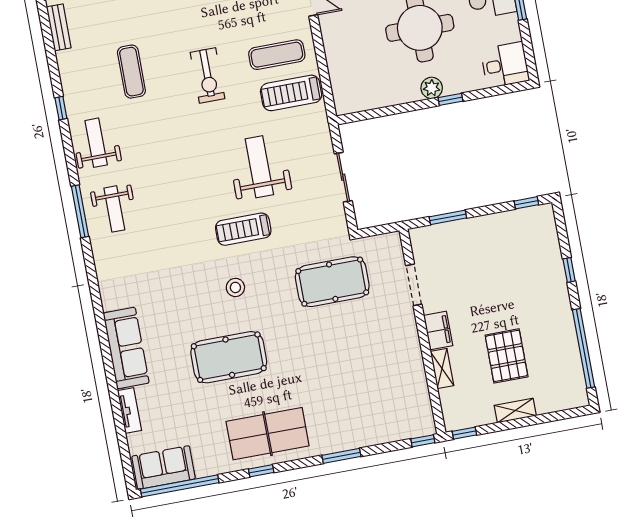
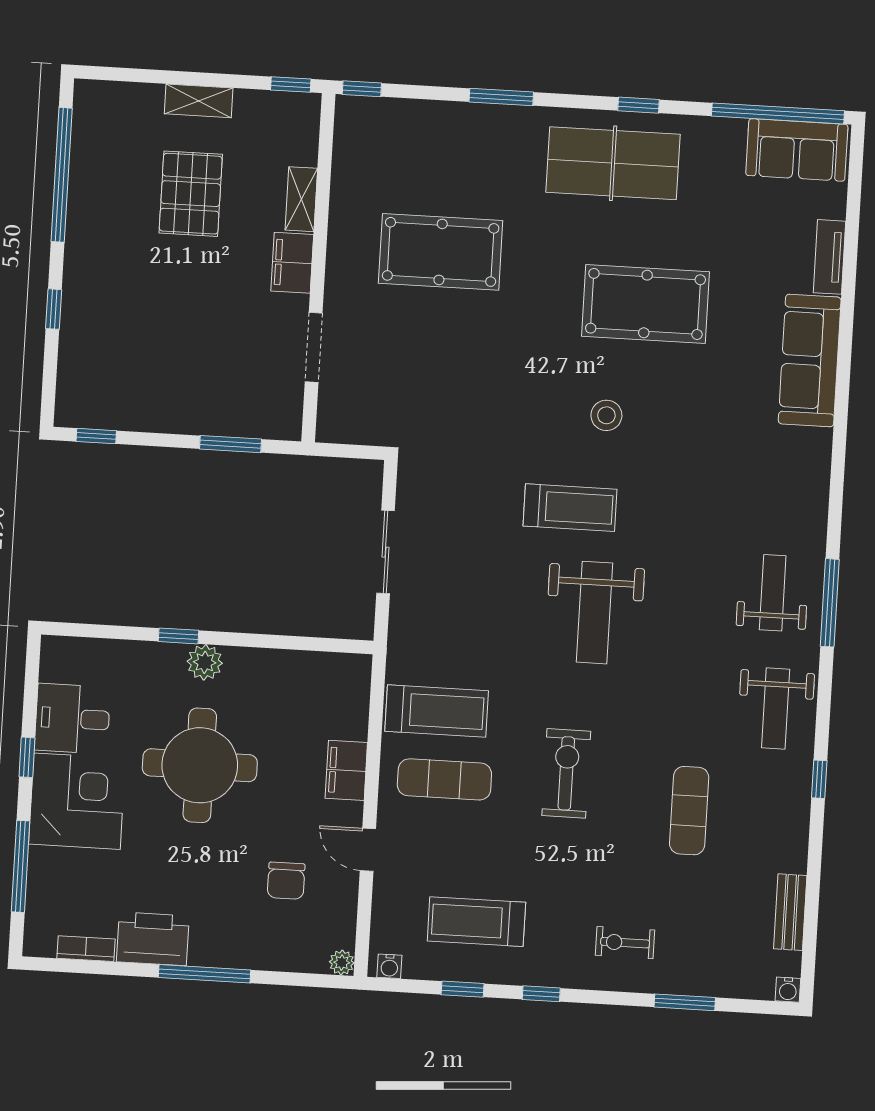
filing cabinet: (335, 46) -> (346, 770), added
desk: (505, 65) -> (72, 719), moved
weight bench: (259, 167) -> (595, 613), moved
pool table: (332, 282) -> (441, 252), moved

